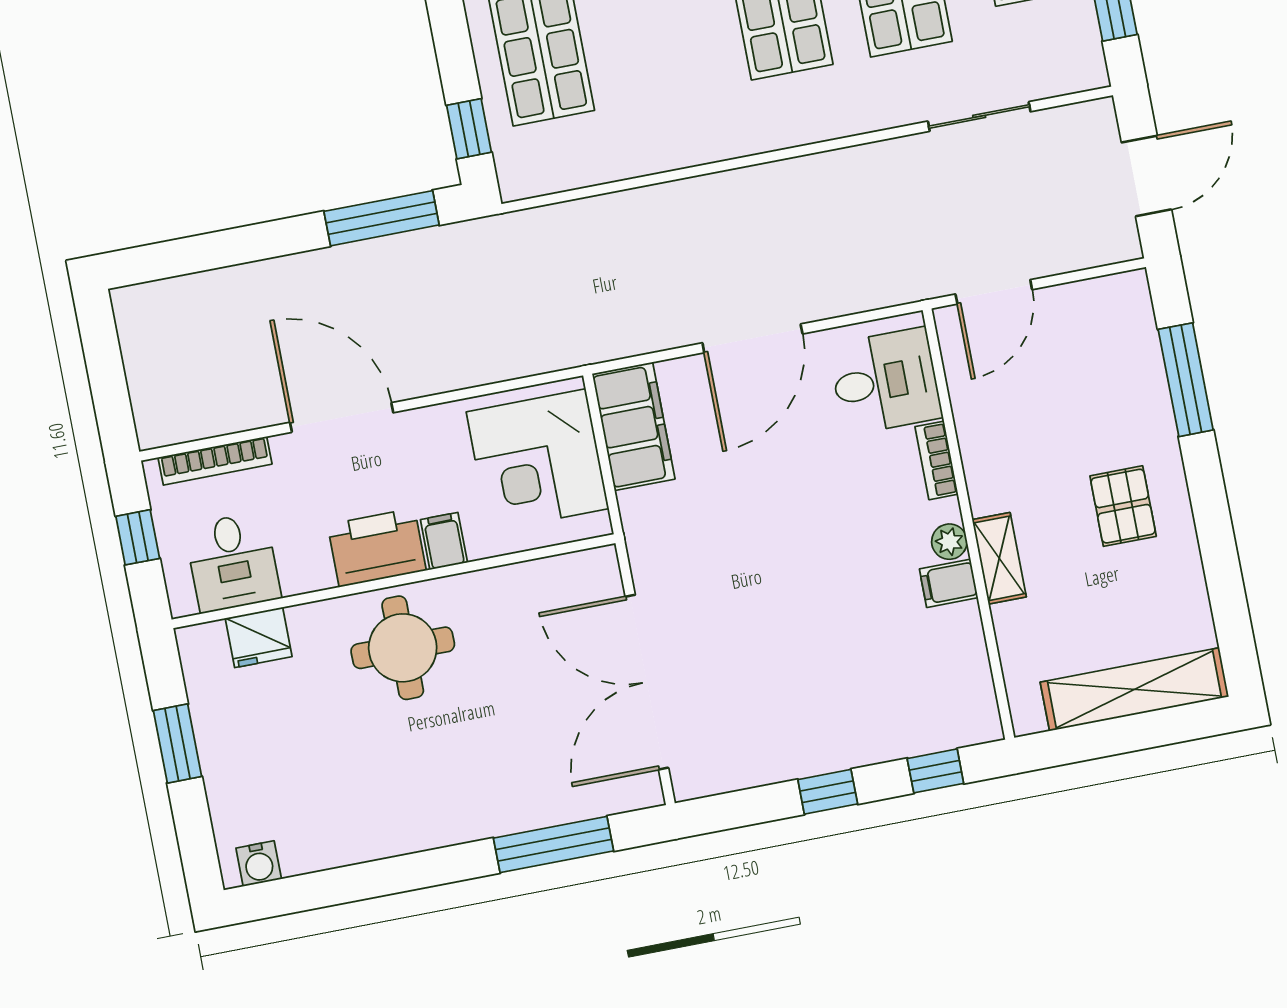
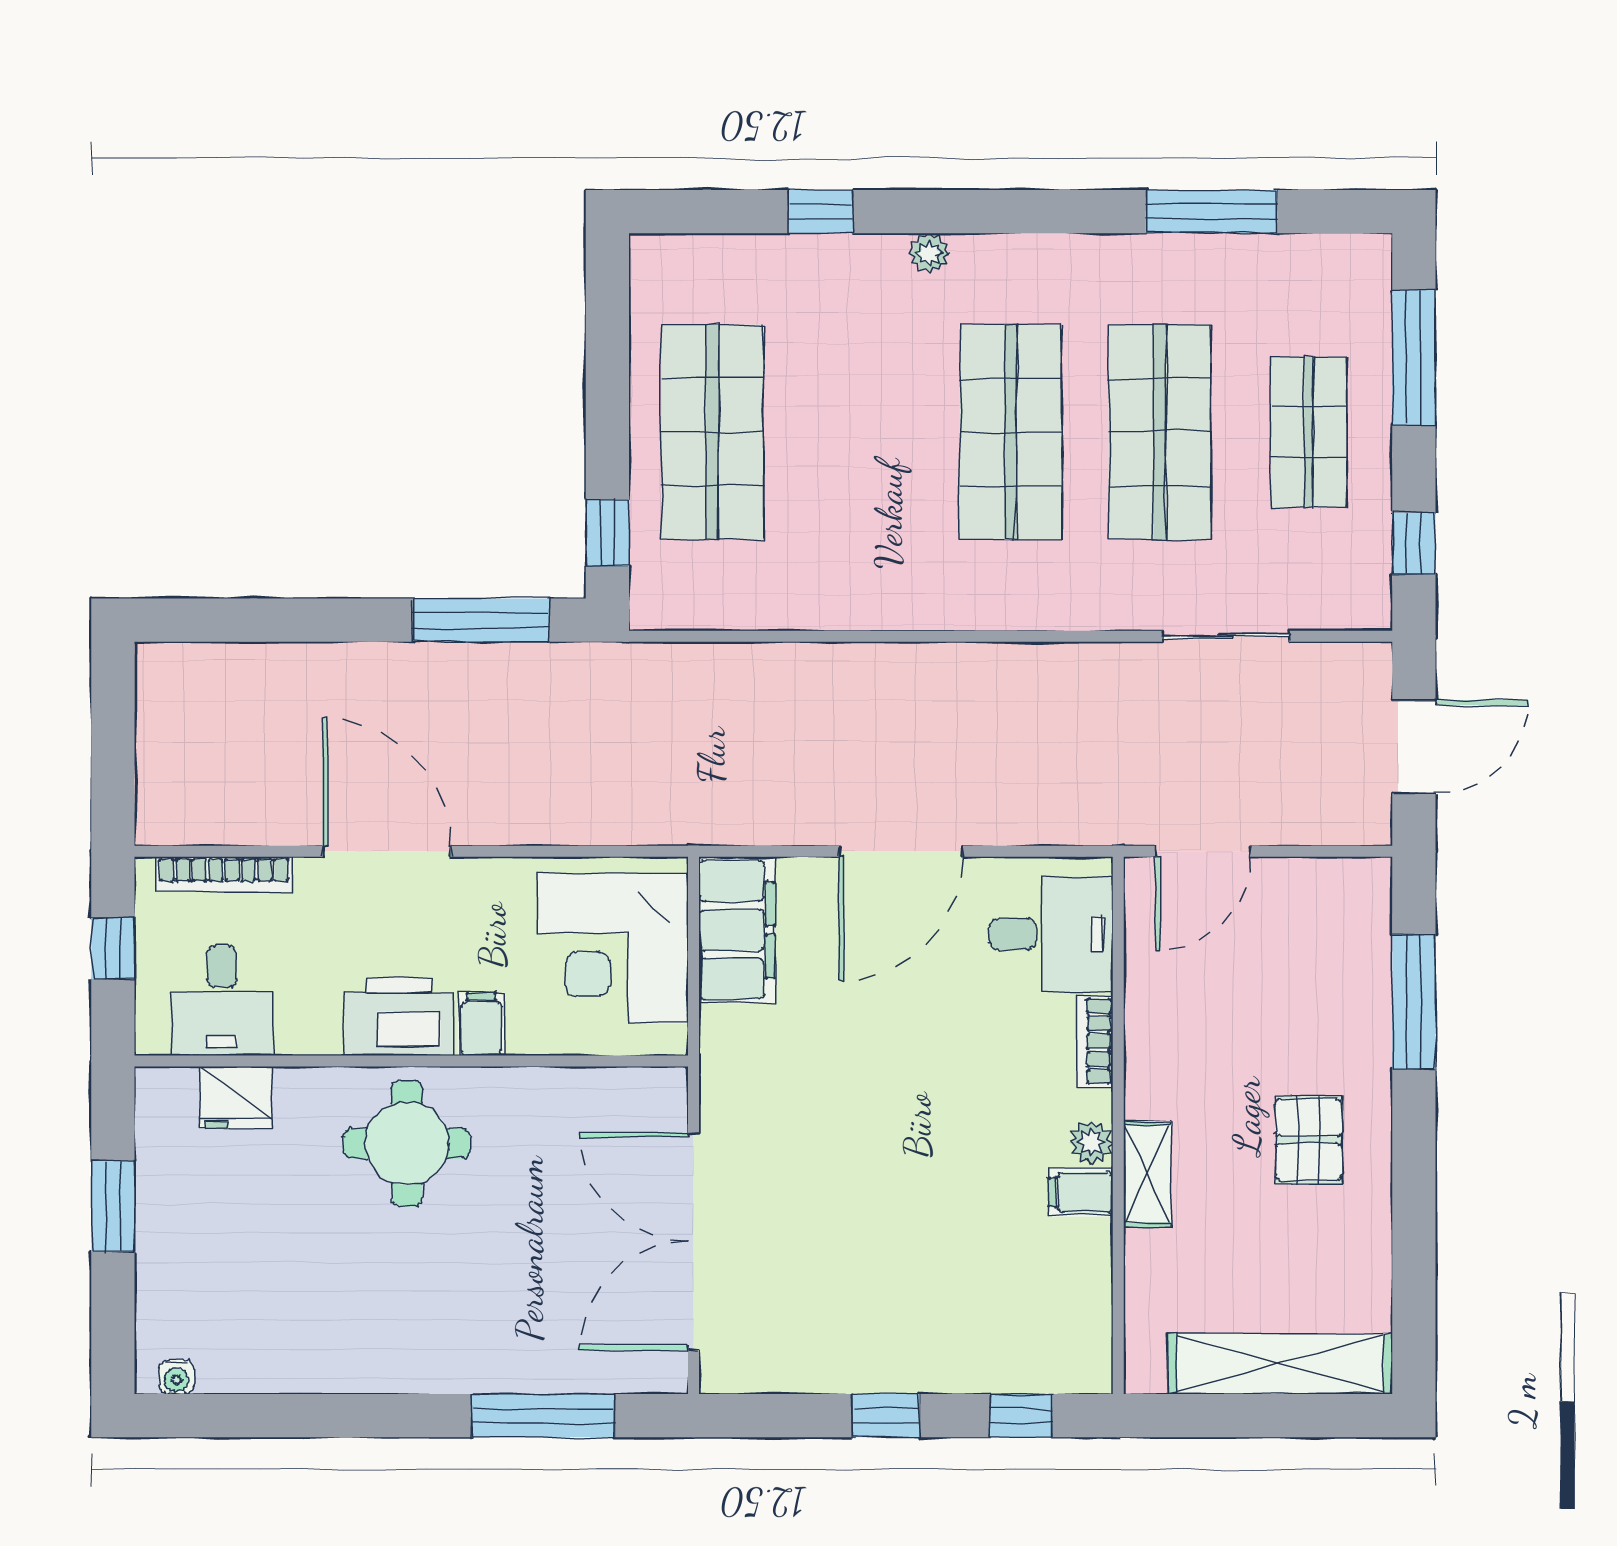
water cooler: (259, 864) -> (176, 1377), width x0.72, depth x0.72

